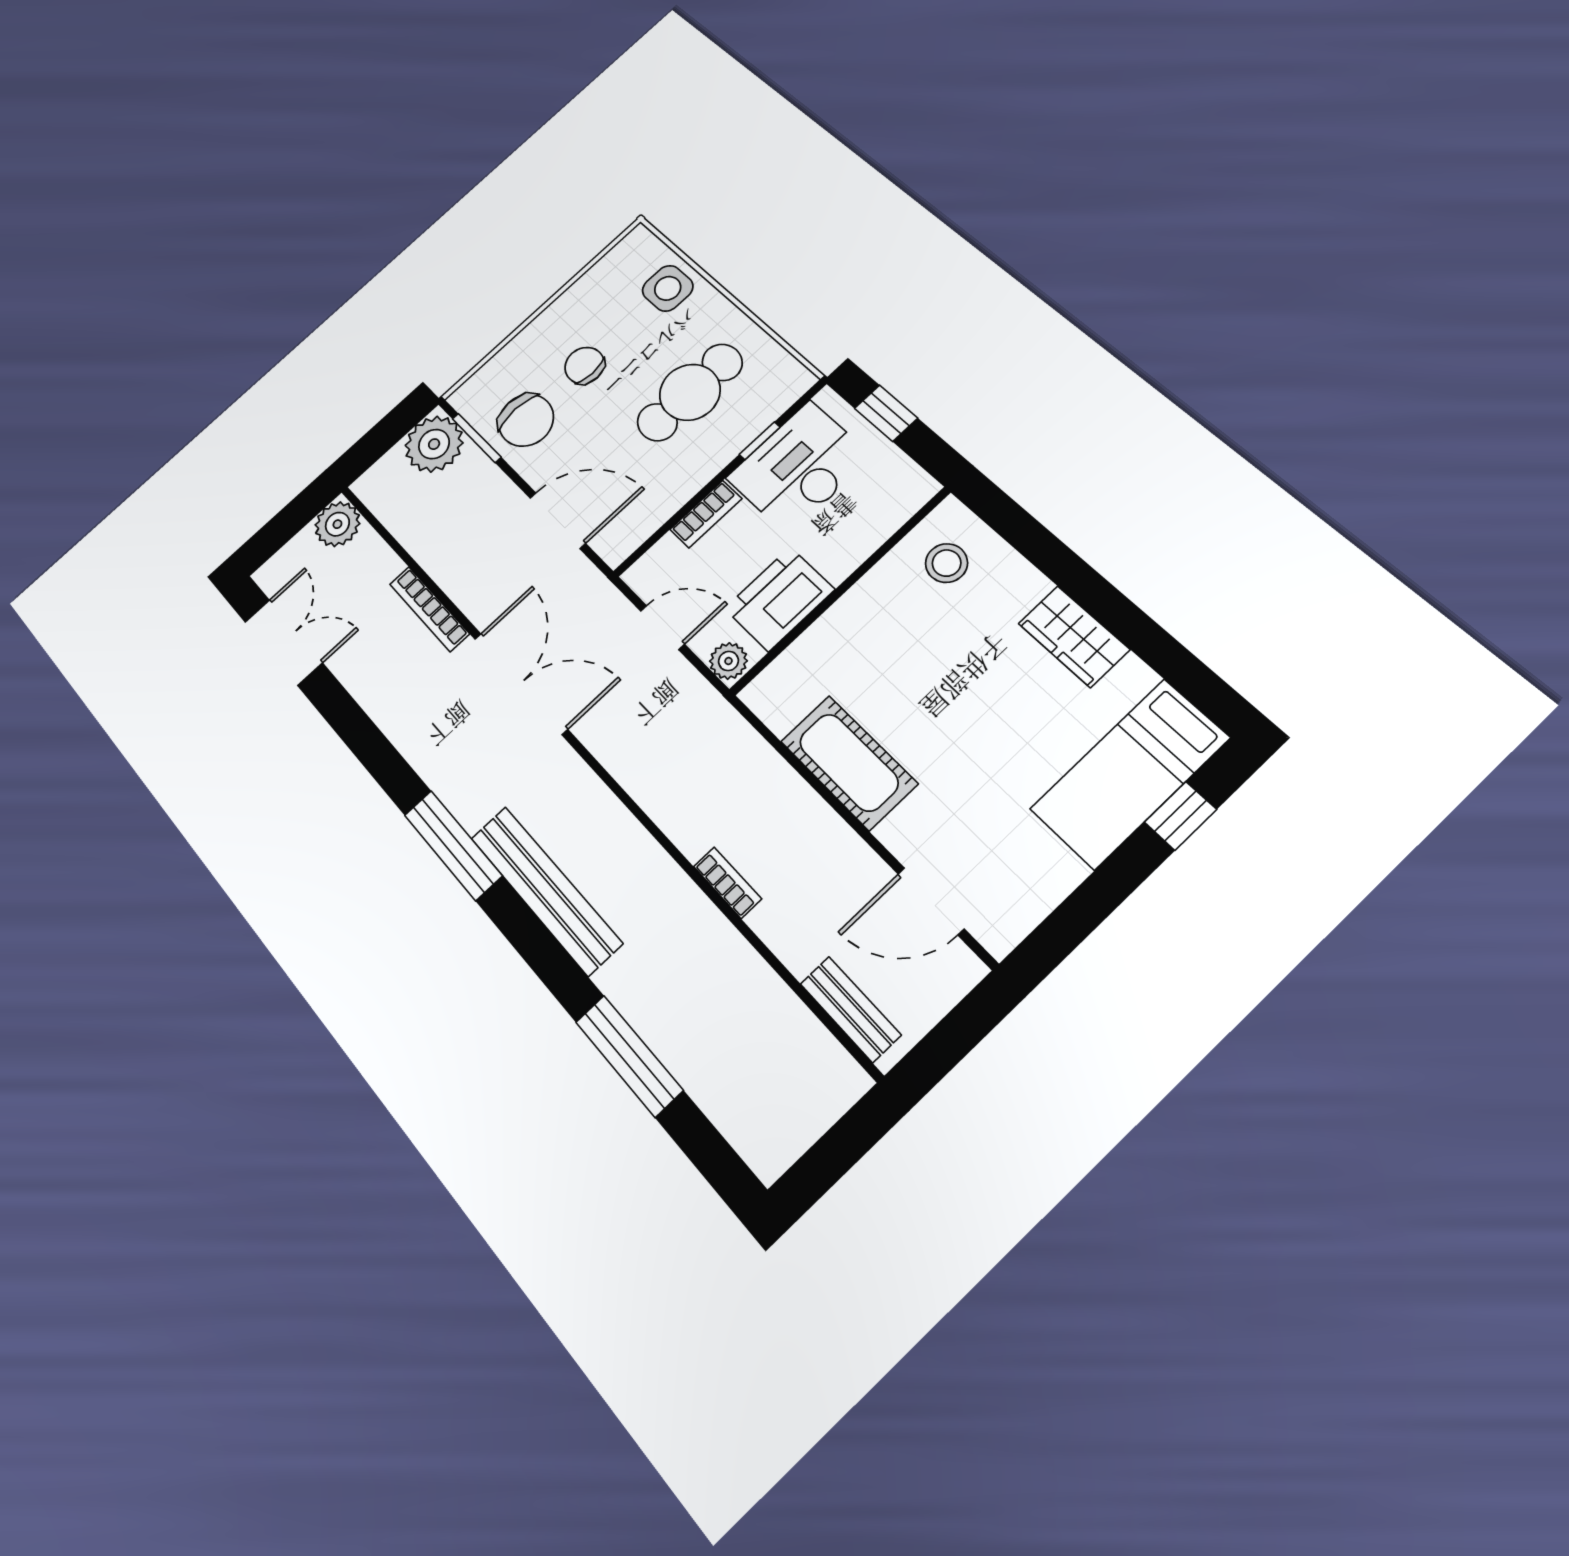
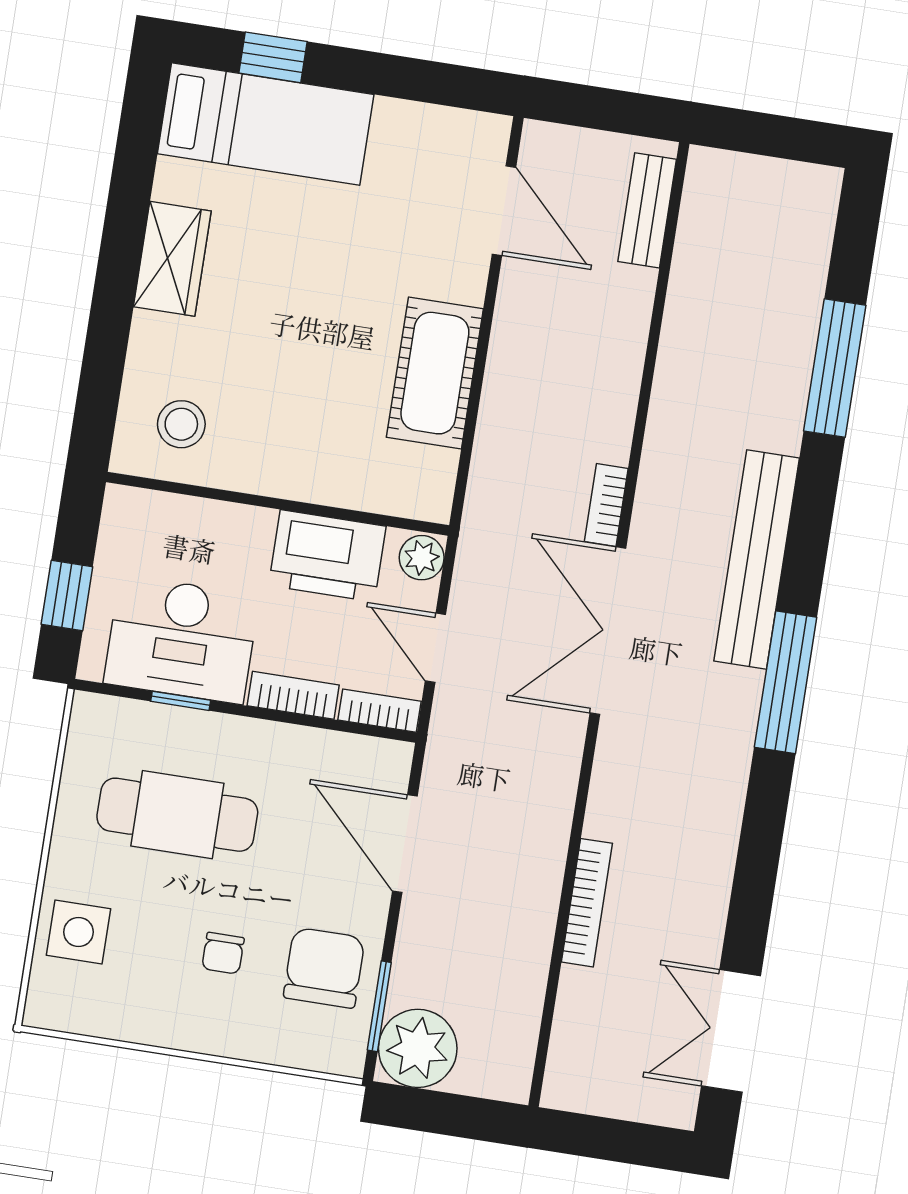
chair: (585, 366) -> (223, 953), width x0.73, depth x0.73
plant: (337, 524) -> (574, 1081), removed
bookcase: (652, 563) -> (380, 711), added
double door: (521, 683) -> (608, 631), moved
bookcase: (727, 883) -> (606, 505), moved

